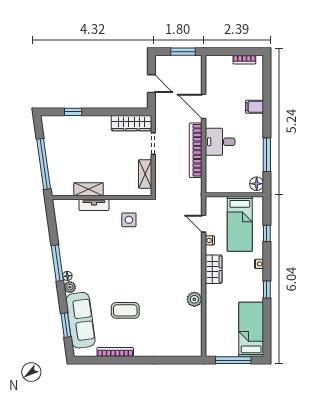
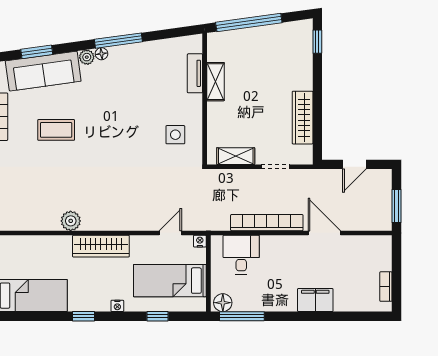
door: (204, 106) -> (324, 233), hinge flipped
filing cabinet: (255, 107) -> (315, 300), width x2.00
window: (73, 112) -> (317, 42), moved
wardrobe: (131, 123) -> (303, 118), moved
desk: (220, 142) -> (241, 255), moved
window: (267, 155) -> (242, 316), moved
tv unit: (94, 205) -> (195, 73), moved
nightstand: (210, 240) -> (200, 241), moved
wardrobe: (214, 269) -> (101, 246), width x1.50
coffee table: (125, 310) -> (56, 130), turned 90

